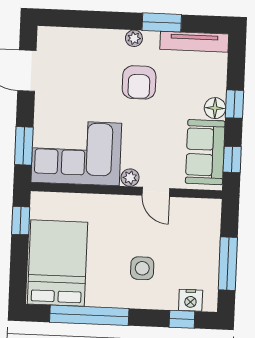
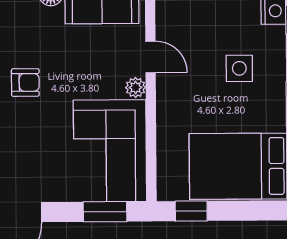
armchair: (139, 82) -> (25, 82), width x0.72, depth x0.72
door: (156, 192) -> (151, 57), hinge flipped

